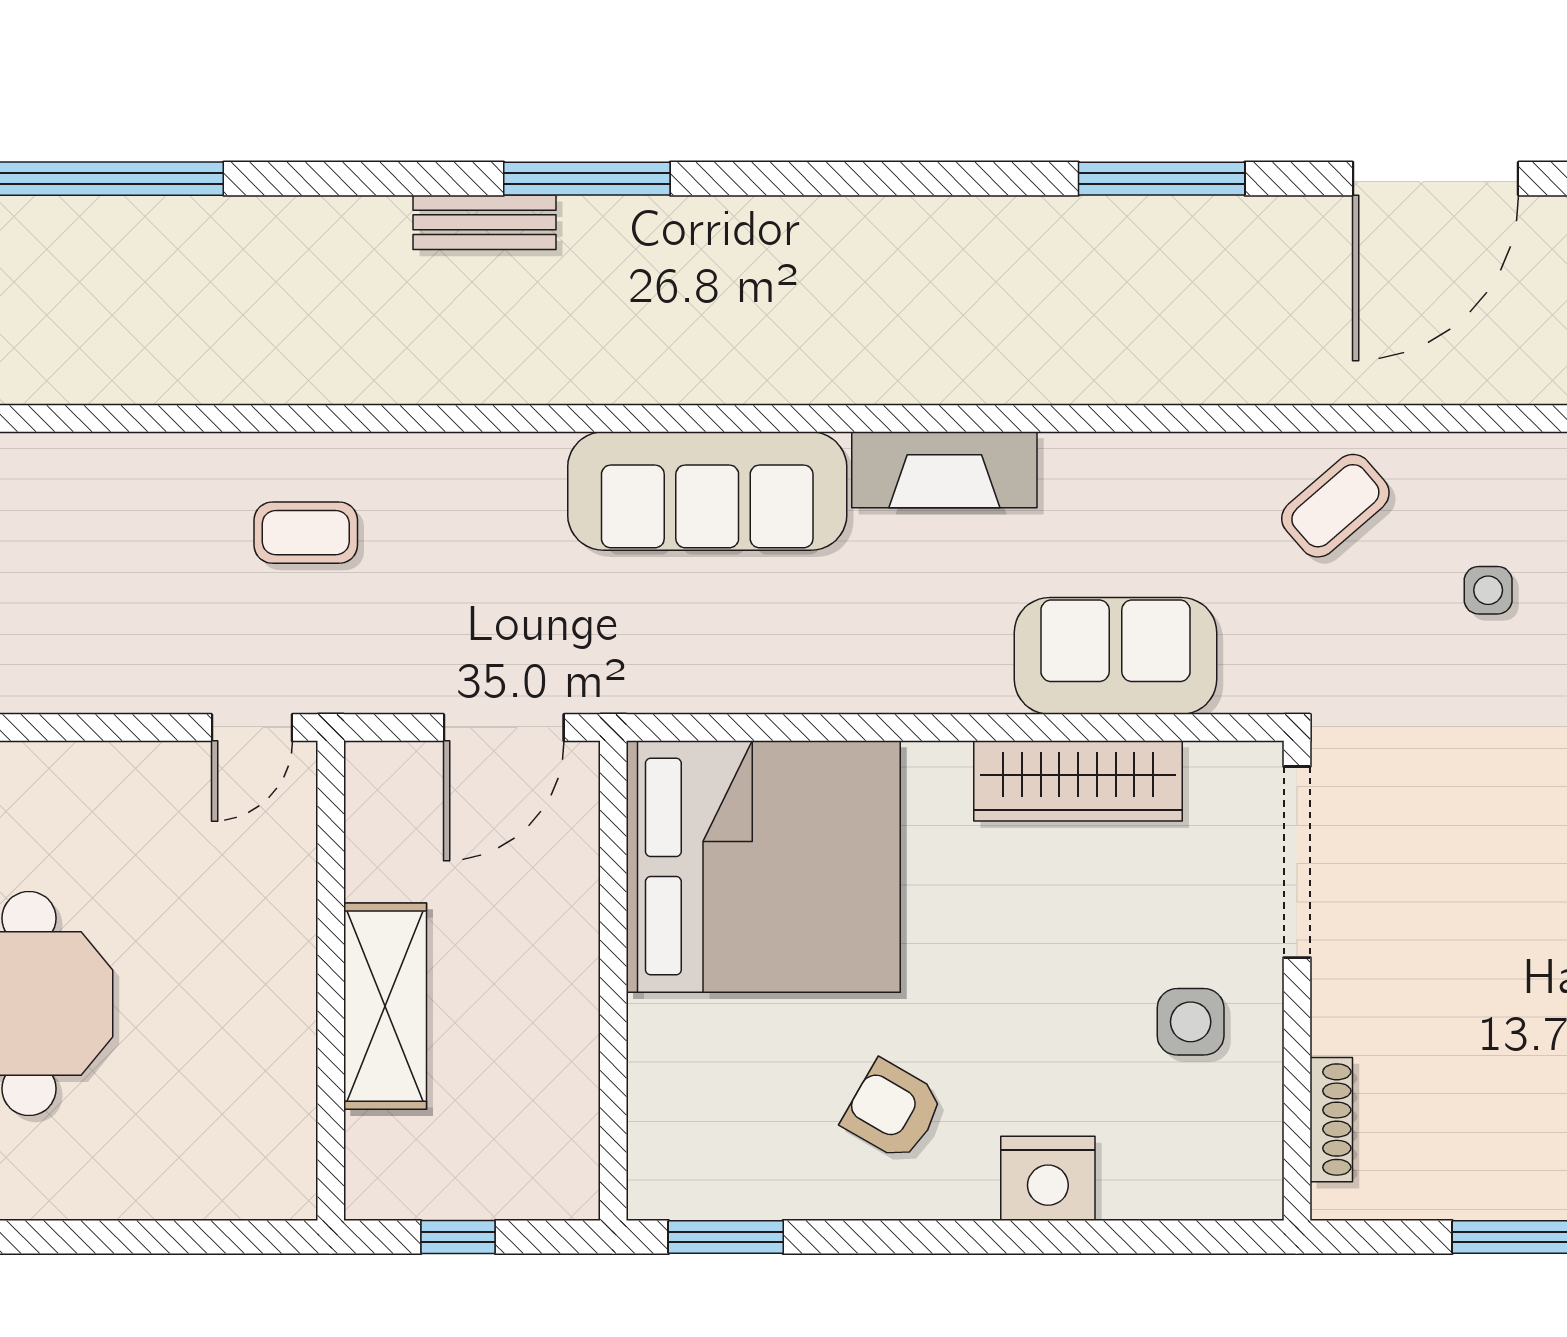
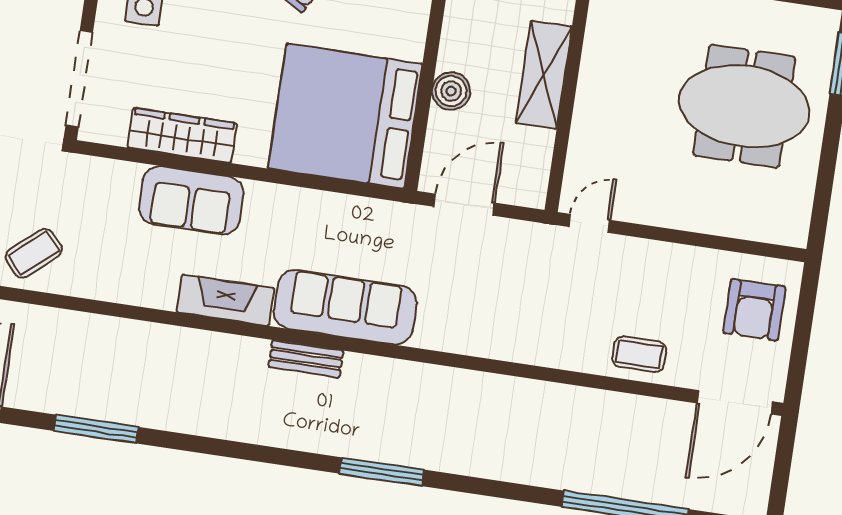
bench: (484, 222) -> (306, 359), moved
coffee table: (306, 533) -> (639, 354), moved
sofa: (1115, 656) -> (191, 200), moved
boiler: (563, 947) -> (451, 91), added

